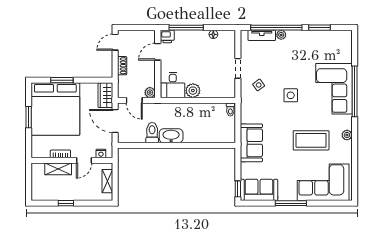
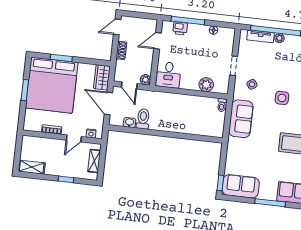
printer: (167, 36) -> (180, 28), moved
plant: (193, 91) -> (206, 85), moved
washbasin: (171, 136) -> (130, 123), moved, width x0.52, depth x0.69
sofa: (251, 143) -> (241, 119), moved
shelving: (58, 169) -> (32, 167), moved
window: (66, 203) -> (66, 179), moved

